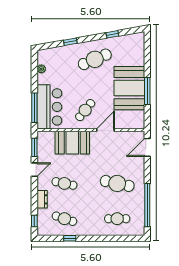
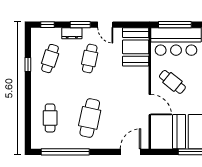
booth: (72, 143) -> (136, 47), moved
window: (34, 147) -> (80, 25), moved
door: (147, 147) -> (130, 152), hinge flipped

